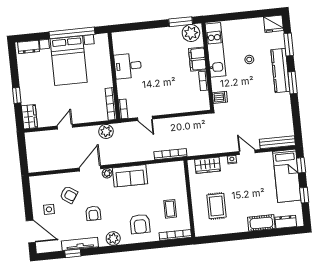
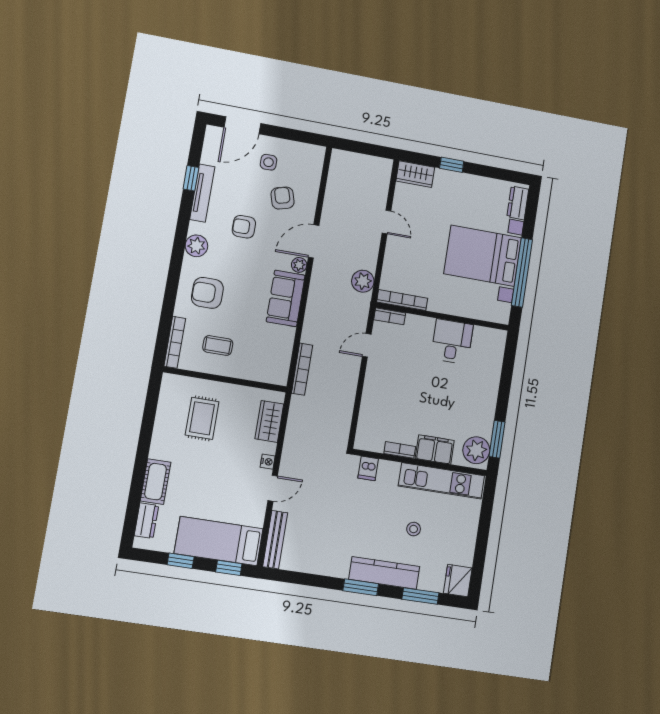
door: (90, 168) -> (314, 241), swing flipped
armchair: (69, 195) -> (283, 198), turned 130
rug: (216, 206) -> (202, 418), turned 90

